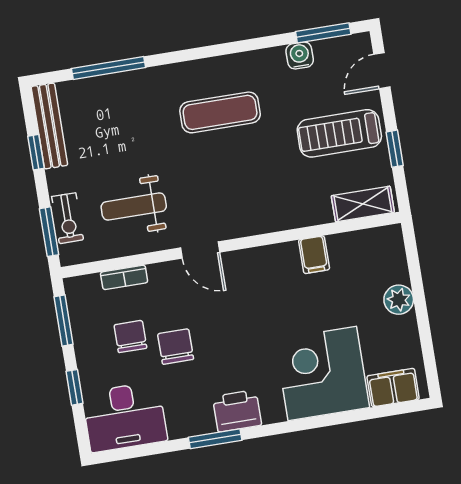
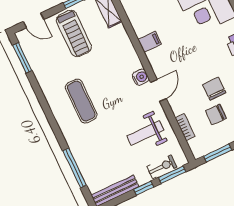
water cooler: (300, 55) -> (141, 77), moved, turned 180
window: (36, 152) -> (144, 188), moved
weight bench: (134, 207) -> (145, 133), turned 90
filing cabinet: (314, 255) -> (150, 42), moved
chair: (176, 347) -> (214, 89), turned 90

